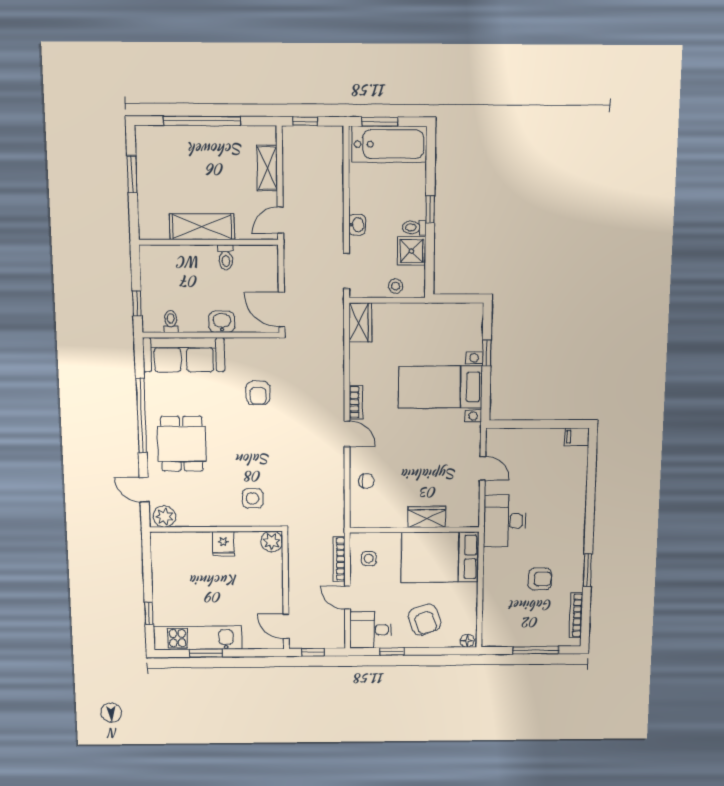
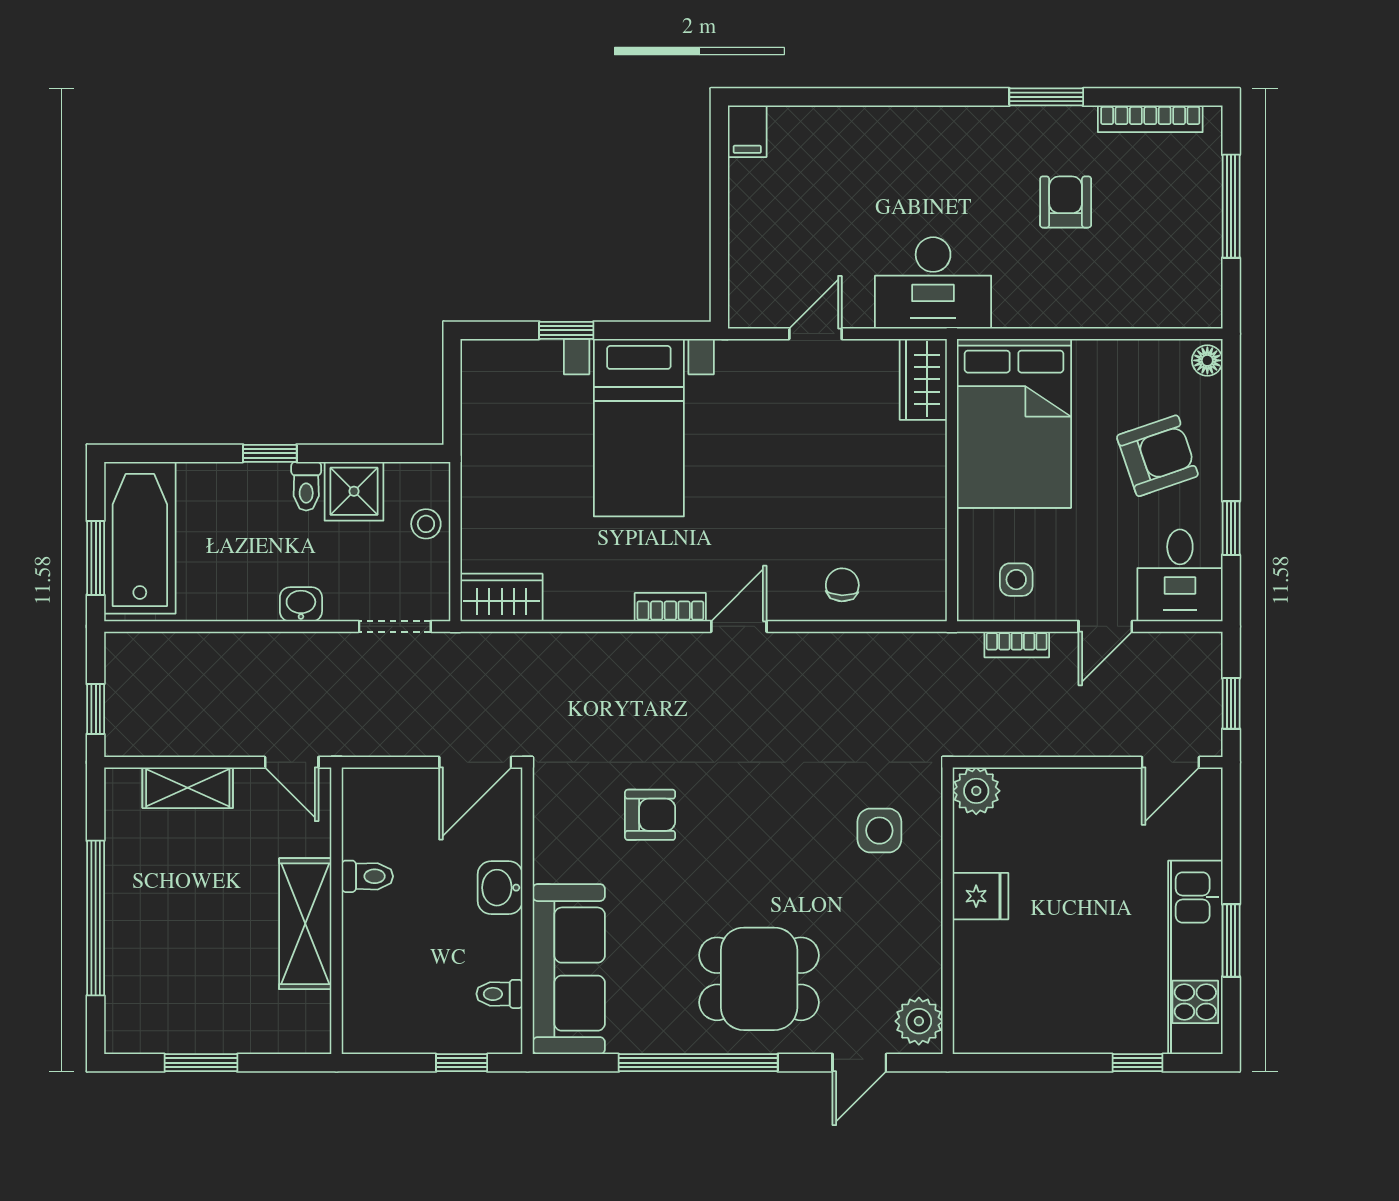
wardrobe: (427, 517) -> (923, 379), moved
bookcase: (339, 559) -> (1017, 644), width x0.64

